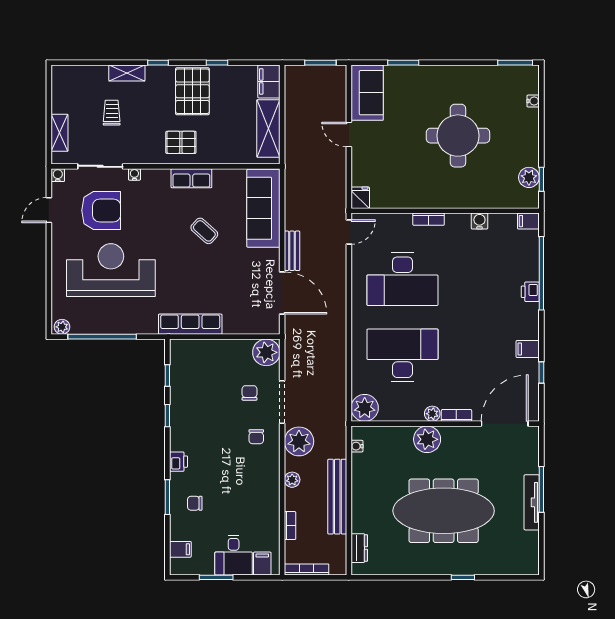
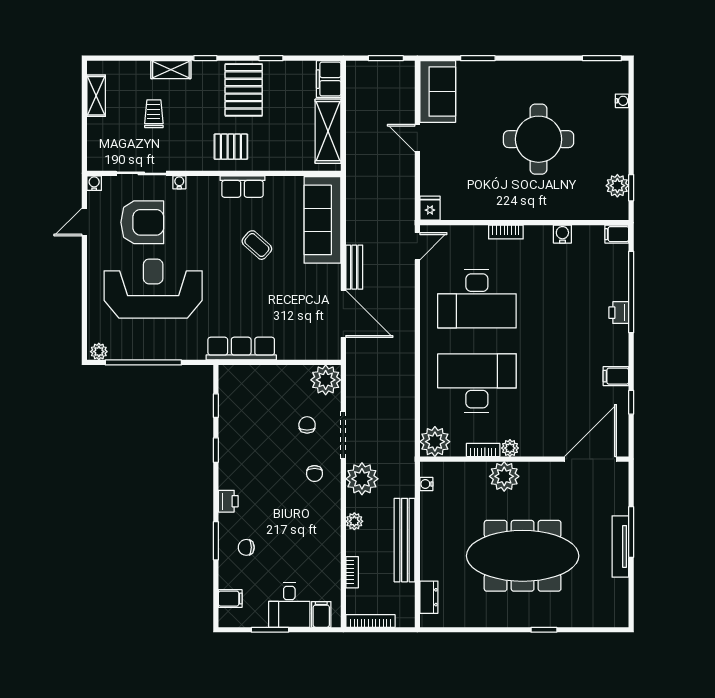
shelving: (60, 133) -> (96, 96), moved
bookcase: (456, 415) -> (483, 450), moved

